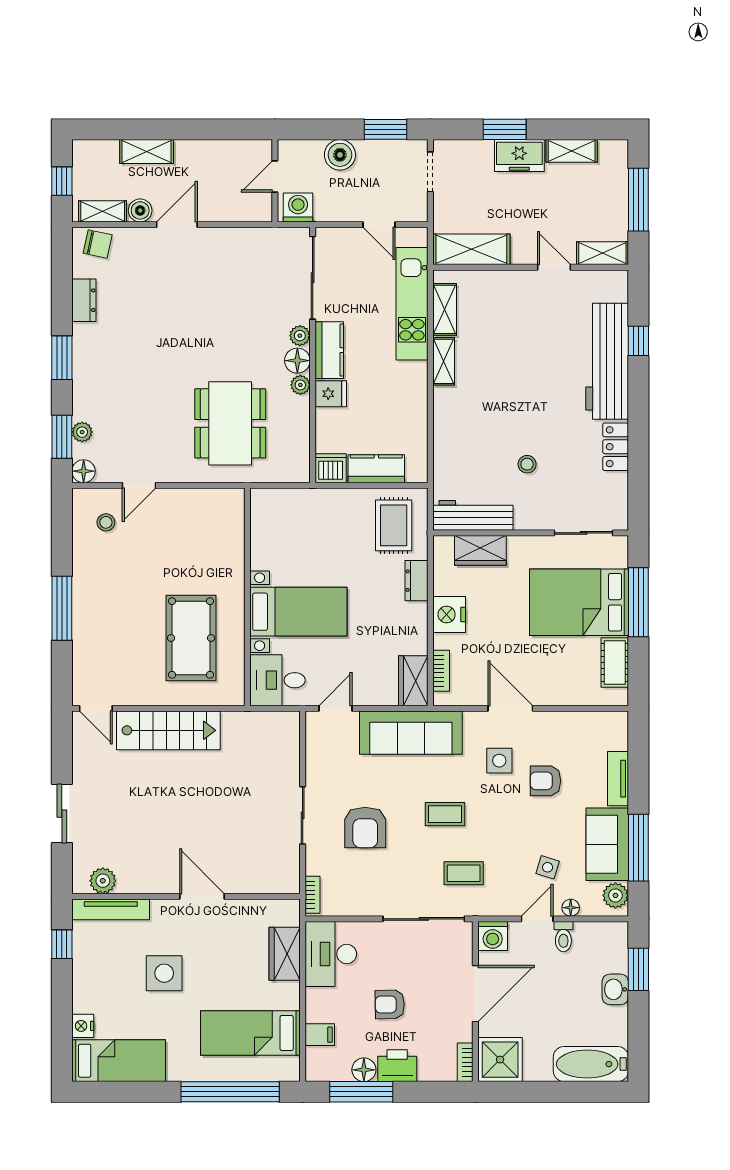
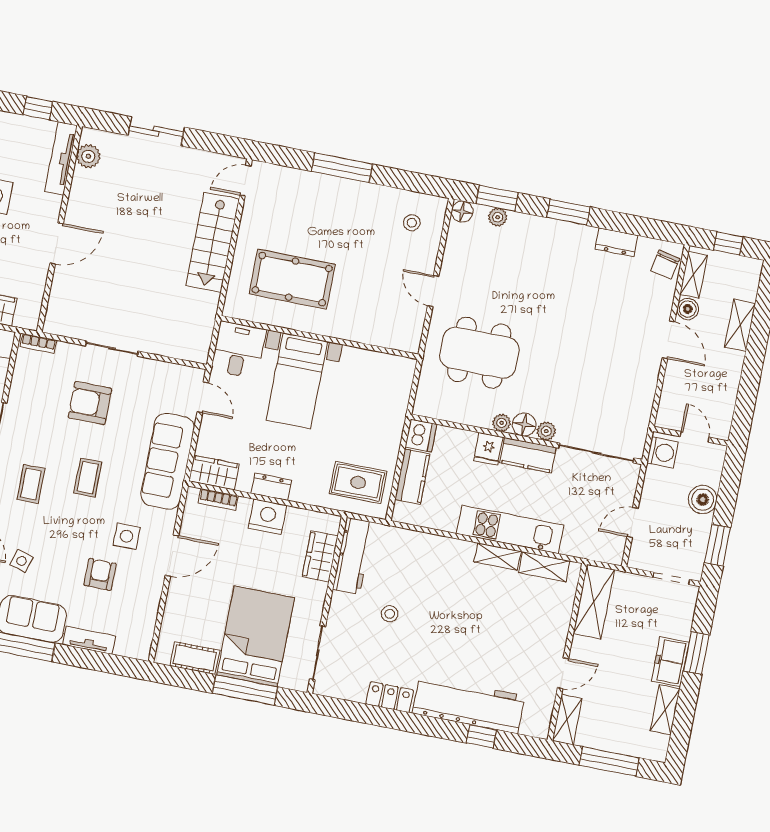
kitchen unit: (412, 304) -> (510, 529), moved
door: (139, 485) -> (433, 291), moved
dresser: (416, 581) -> (271, 487), moved

